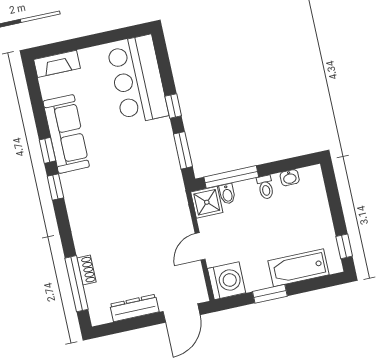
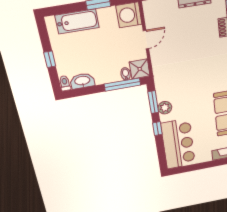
plant: (164, 142) -> (165, 108), added
washbasin: (290, 178) -> (82, 81), width x1.91, depth x1.45
toilet: (265, 187) -> (65, 83), moved
window: (344, 246) -> (50, 59), moved

